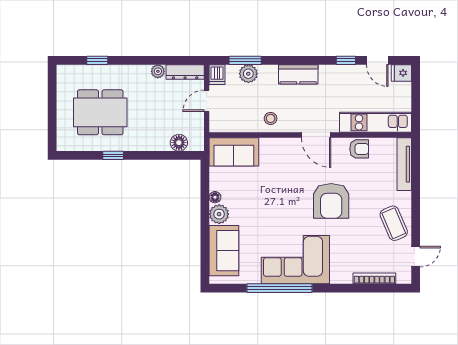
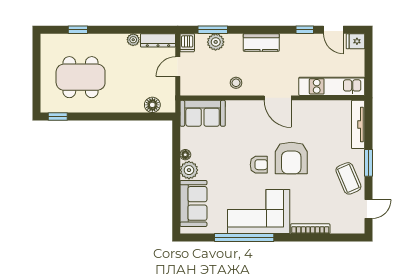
armchair: (359, 149) -> (259, 165), moved
window: (113, 155) -> (58, 117), moved
window: (416, 206) -> (369, 163), added
bookcase: (374, 278) -> (310, 229), moved

